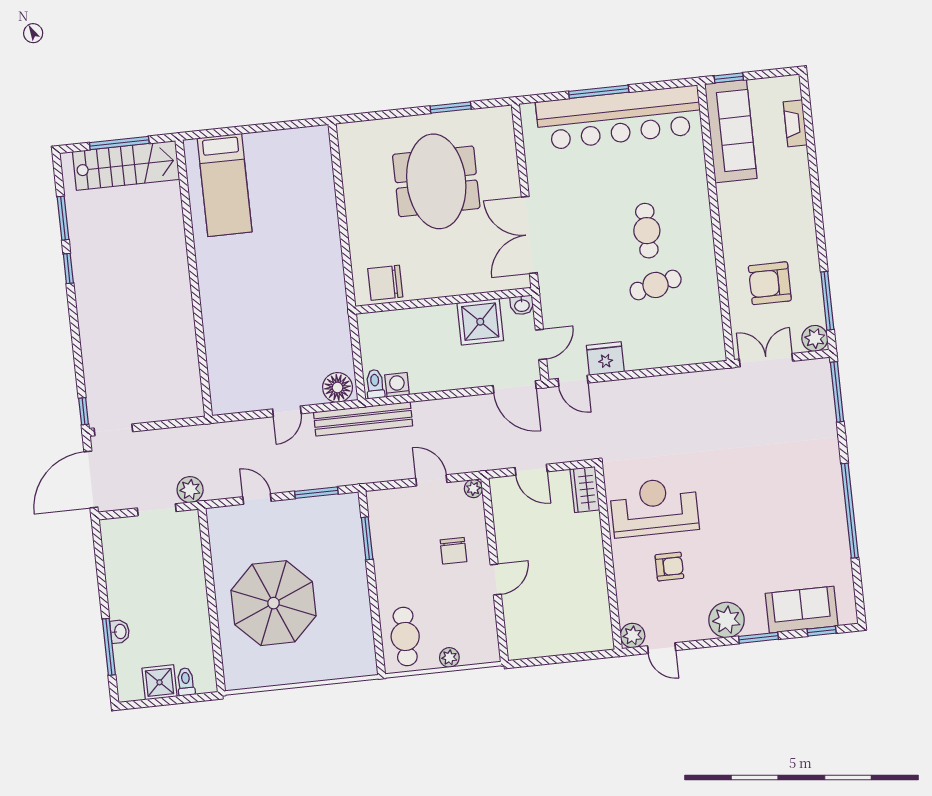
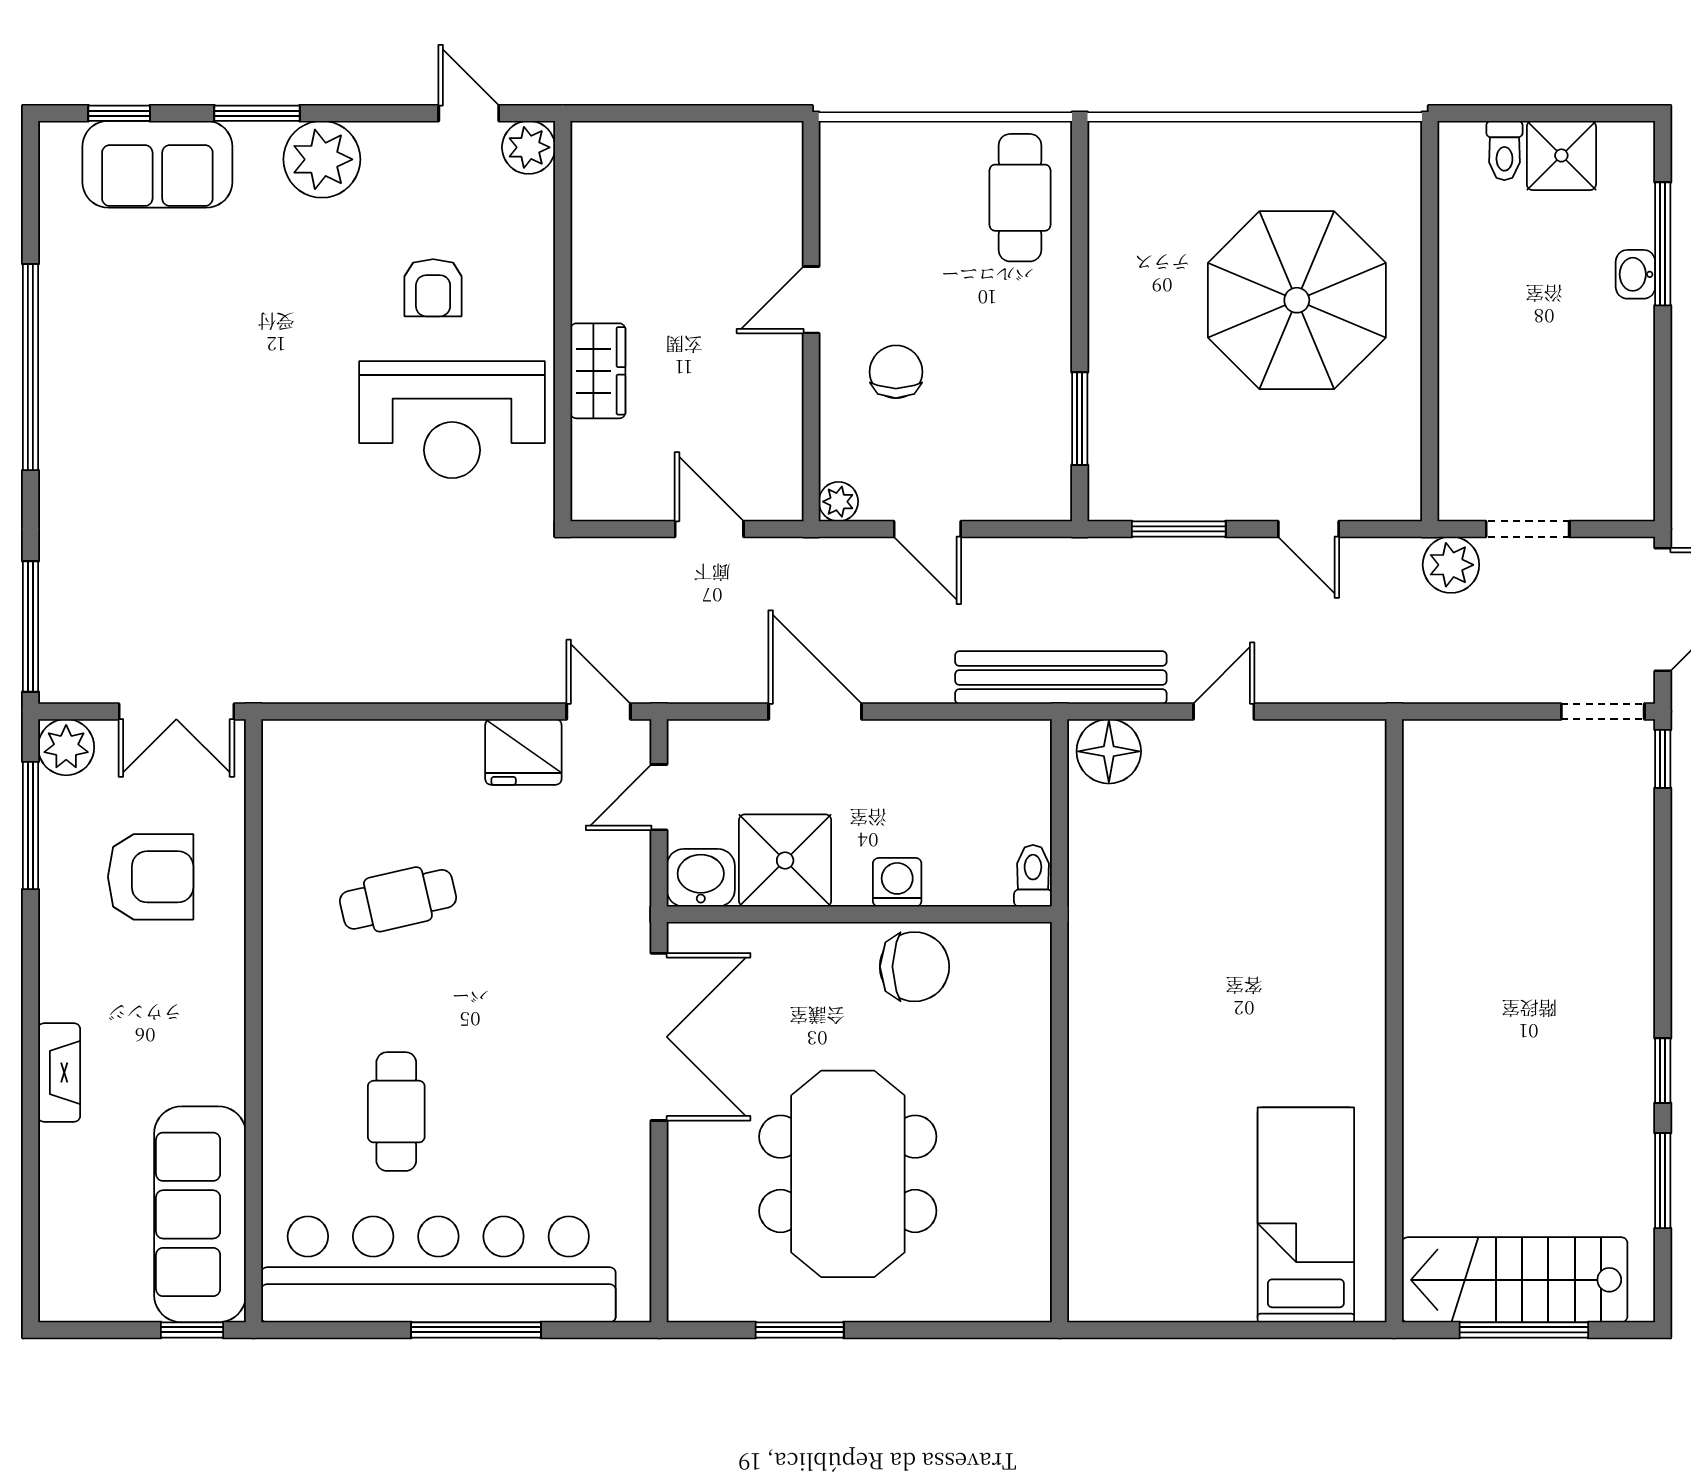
fireplace: (795, 123) -> (59, 1073), moved
cafe table: (647, 231) -> (396, 1112), moved
chair: (385, 283) -> (914, 967), moved
washbasin: (522, 305) -> (701, 878), width x1.38, depth x1.45
toilet: (375, 384) -> (1033, 876), moved, turned 180
washing machine: (397, 385) -> (897, 882), moved, turned 180
door: (515, 387) -> (815, 711), moved
wardrobe: (585, 489) -> (598, 371), moved
armchair: (669, 567) -> (433, 288), turned -90
plant: (449, 657) -> (929, 142), removed

